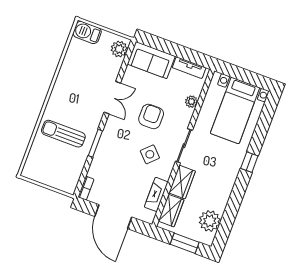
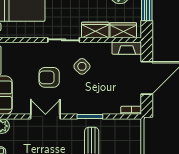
plant: (191, 102) -> (24, 48), removed
fireplace: (156, 194) -> (127, 48), moved

